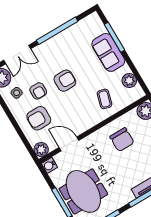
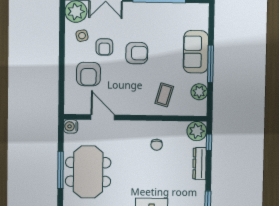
window: (115, 37) -> (211, 64), moved
armchair: (39, 118) -> (88, 74), turned -90
chair: (122, 140) -> (157, 145), width x0.54, depth x0.54
plant: (41, 149) -> (72, 106), removed

